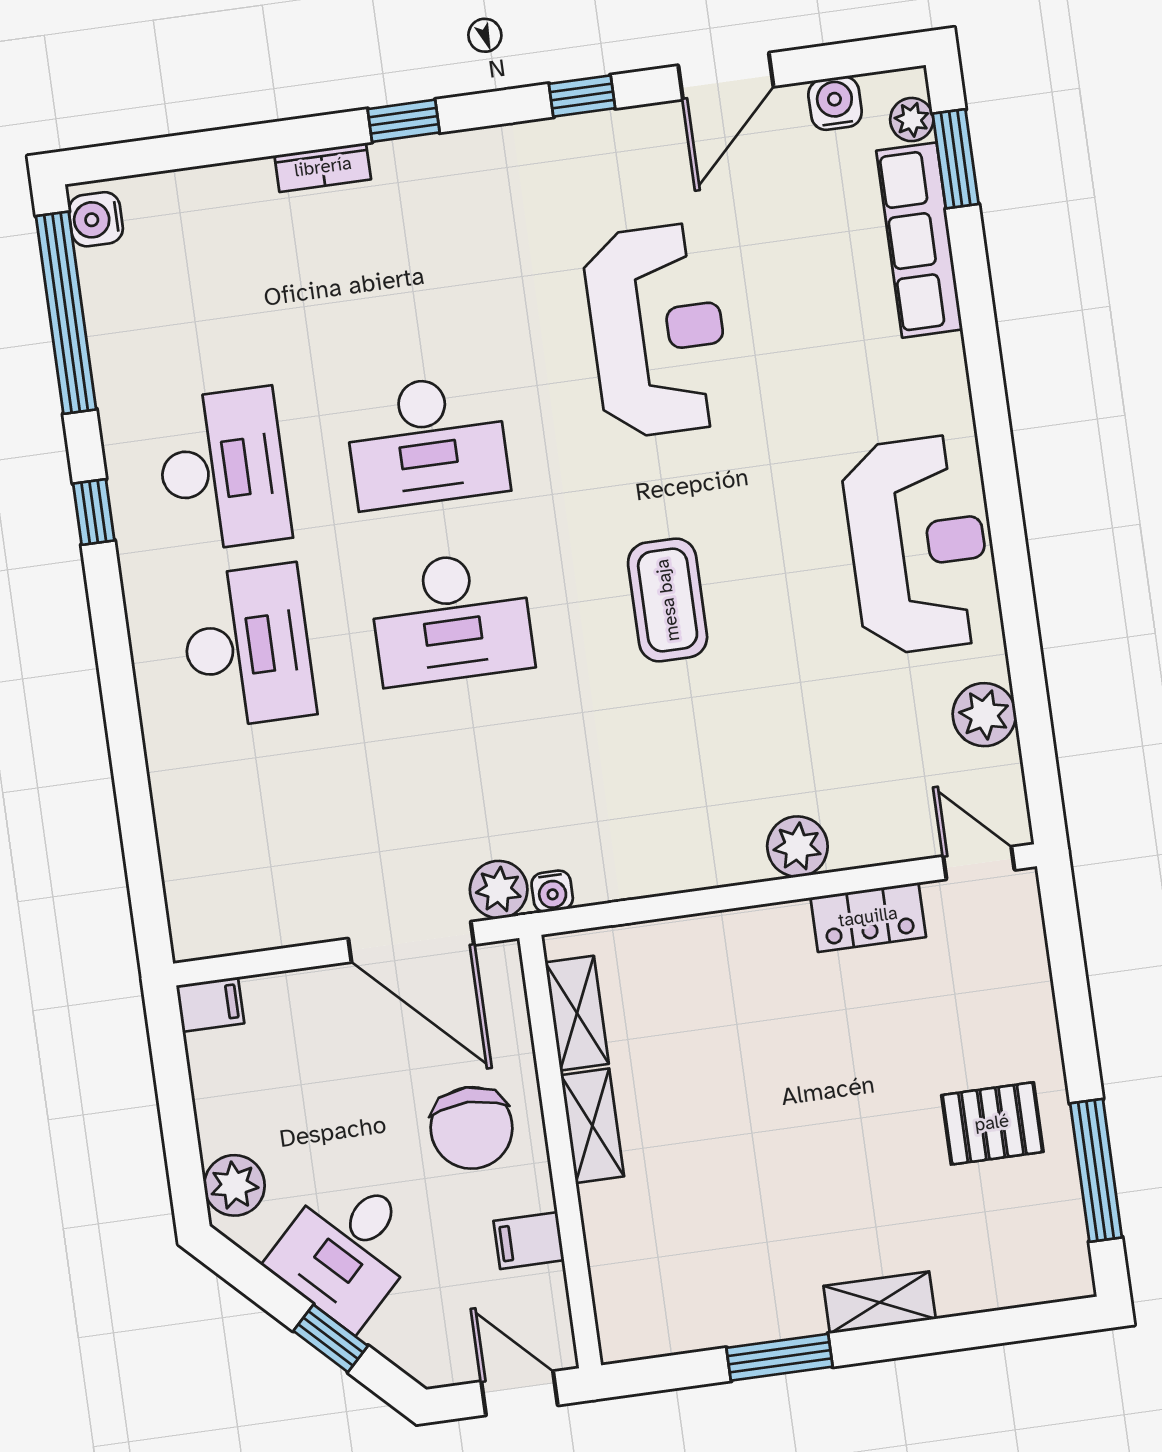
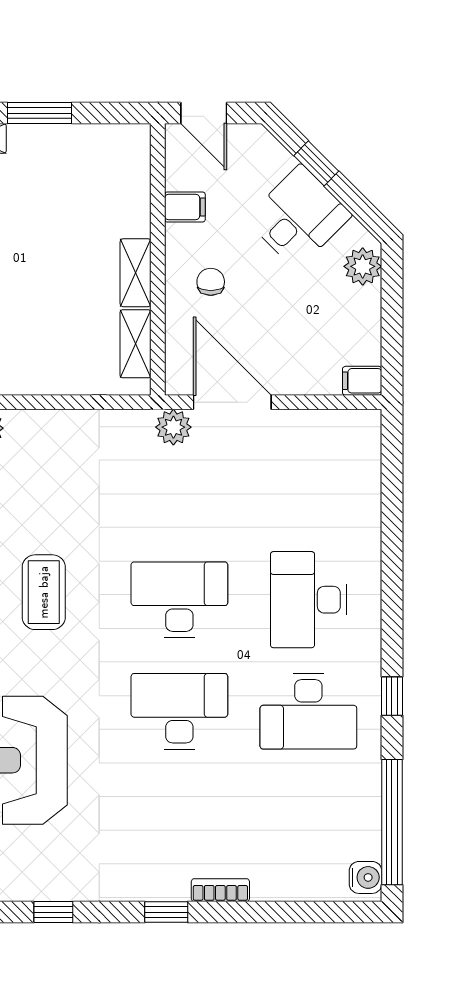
desk: (223, 470) -> (308, 711), turned -90
water cooler: (552, 891) -> (140, 422), removed
chair: (472, 1128) -> (211, 282), width x0.54, depth x0.54

